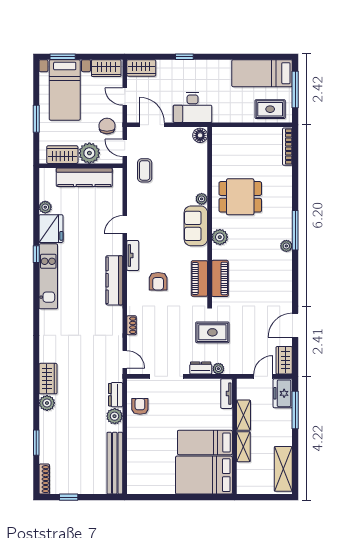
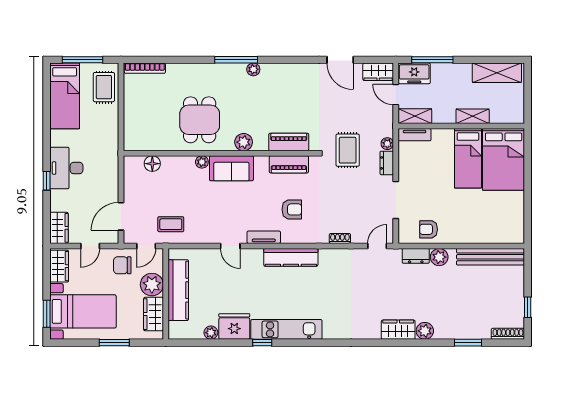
desk: (193, 107) -> (66, 168), moved, turned 180
floor lamp: (200, 135) -> (152, 164), moved
shelving: (244, 415) -> (415, 116), moved

